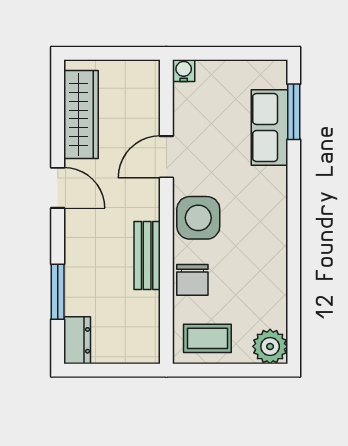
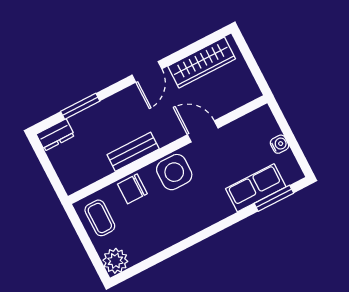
water cooler: (184, 71) -> (279, 144), moved

